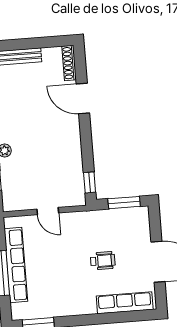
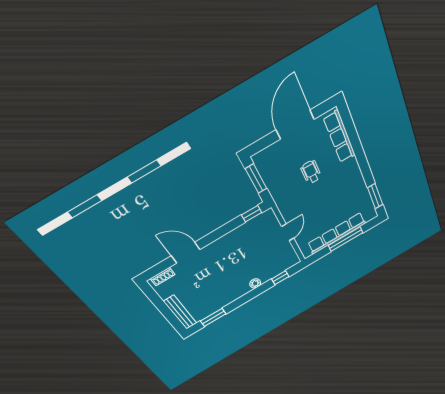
shoe rack: (69, 63) -> (163, 277), width x0.70
door: (83, 99) -> (186, 253), swing flipped

